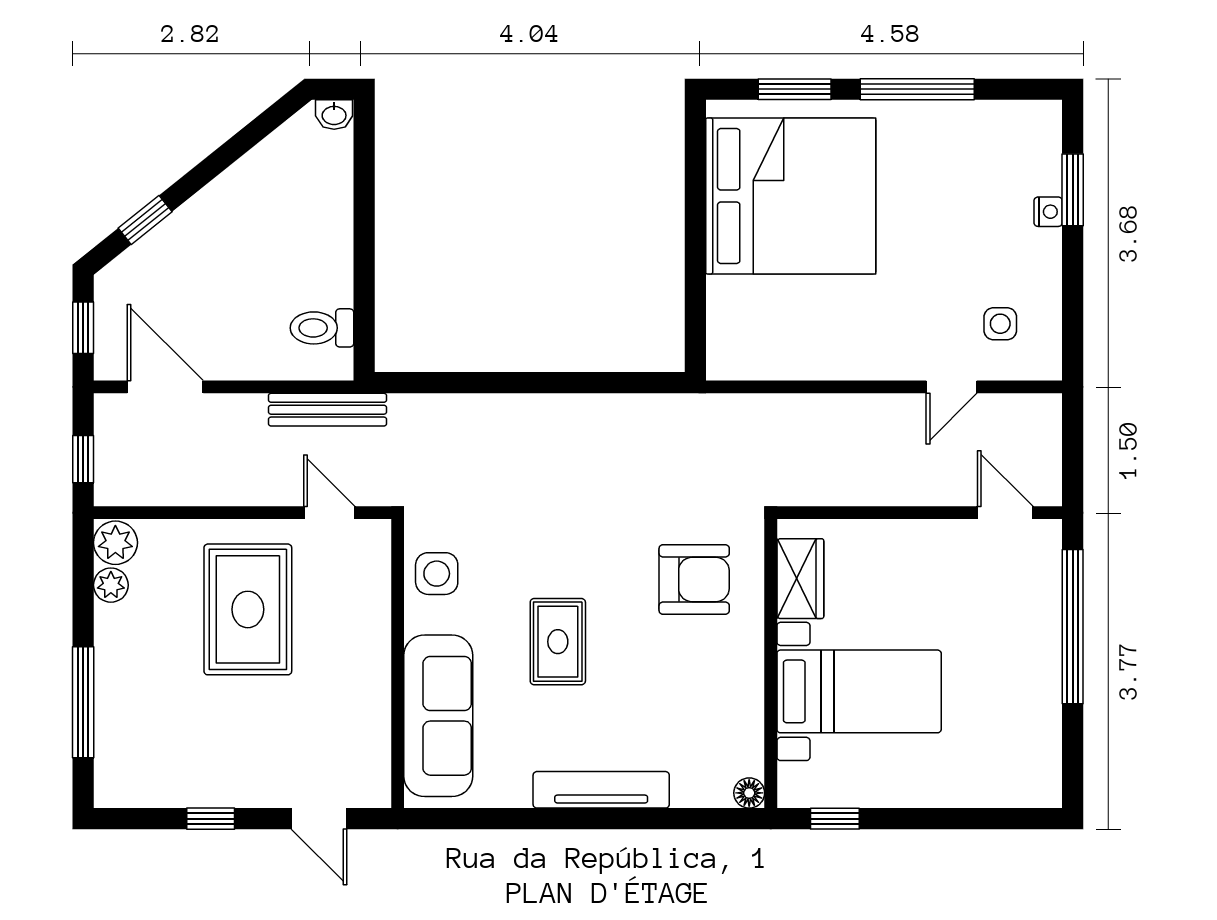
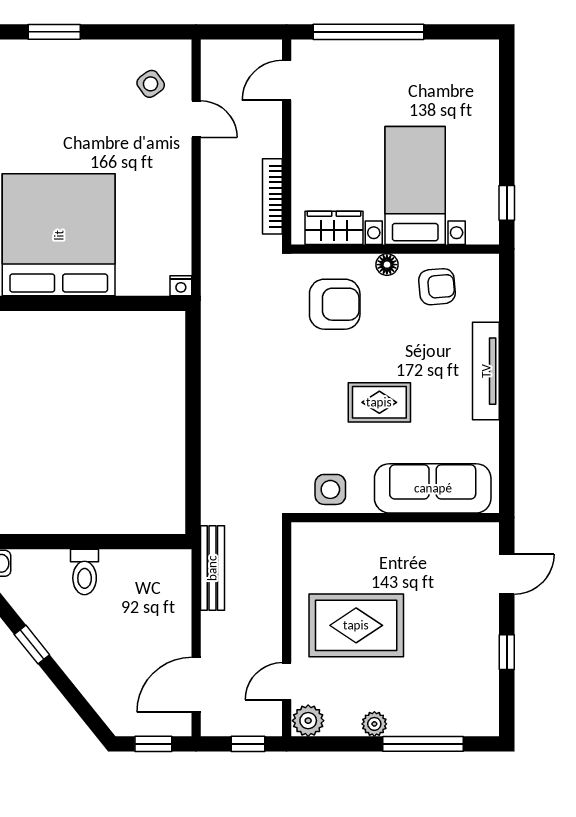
nightstand: (1048, 212) -> (181, 286), moved, turned 180
window: (145, 220) -> (32, 645), moved
side table: (1000, 324) -> (151, 84), turned -36
toilet: (322, 328) -> (85, 572), moved
bookcase: (844, 493) -> (272, 196), added
door: (329, 513) -> (287, 681), moved
armchair: (694, 580) -> (335, 304), turned 90
plant: (111, 585) -> (374, 724), moved
armchair: (719, 722) -> (437, 287), added
floor lamp: (749, 793) -> (387, 265), moved

